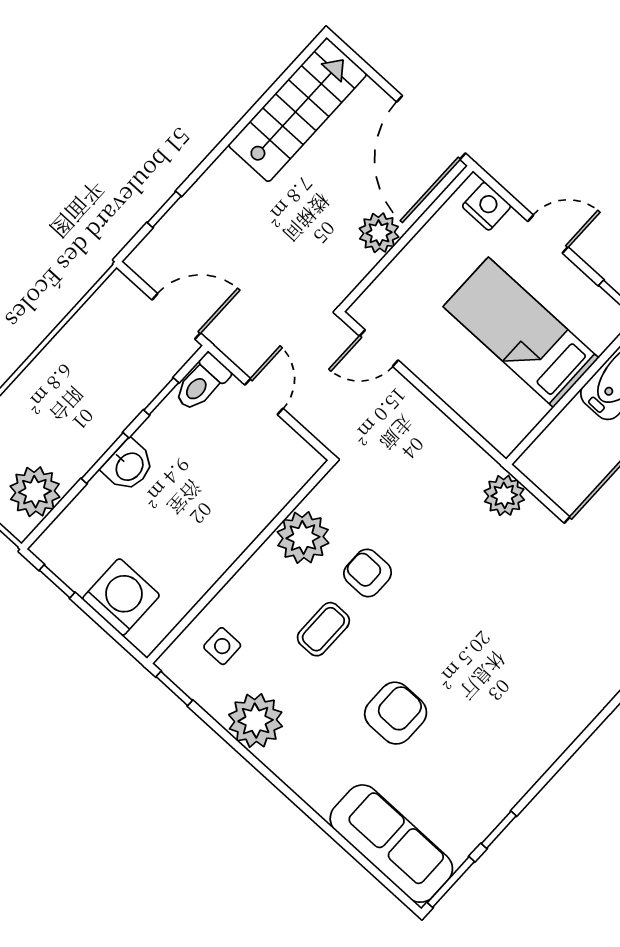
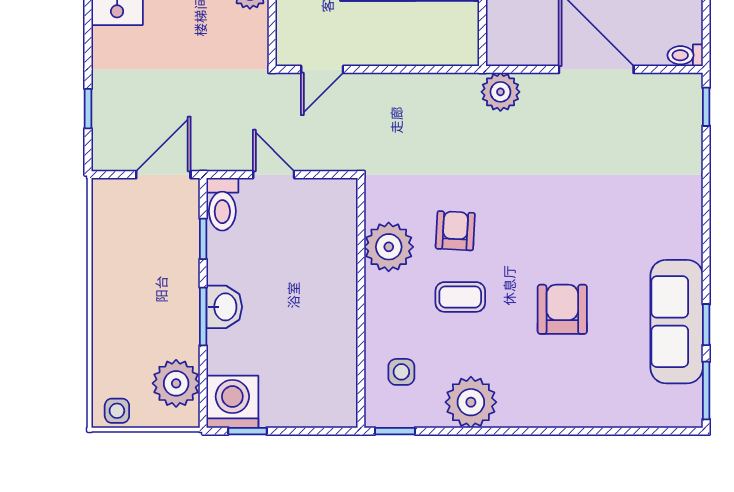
armchair: (368, 573) -> (455, 231), turned 93
washing machine: (121, 597) -> (232, 402), moved
coffee table: (323, 629) -> (460, 297), turned 90
sofa: (391, 844) -> (677, 322), moved, turned -90

